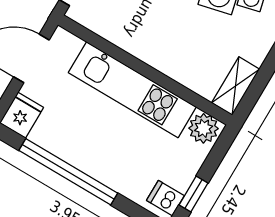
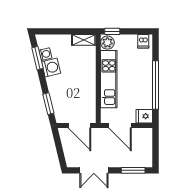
window: (193, 194) -> (112, 31), moved

